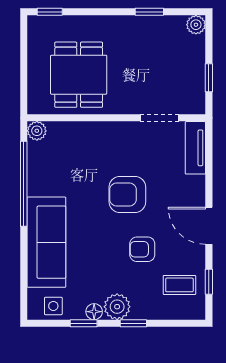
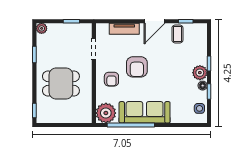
dining table: (79, 75) -> (61, 83), moved
plant: (37, 131) -> (106, 113), width x1.88, depth x1.88
tv unit: (195, 148) -> (124, 29), moved
sofa: (46, 242) -> (145, 112), moved
armchair: (142, 249) -> (111, 79), moved
coffee table: (179, 285) -> (177, 34), moved

